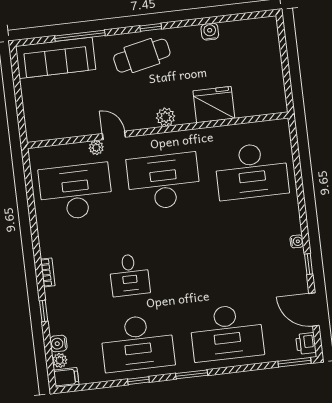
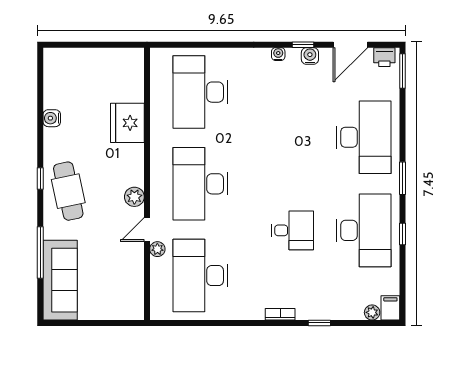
plant: (166, 117) -> (134, 197), moved
desk: (252, 171) -> (200, 92), turned 180
water cooler: (58, 343) -> (310, 56), moved, turned 180

